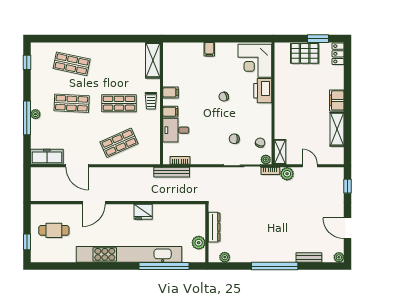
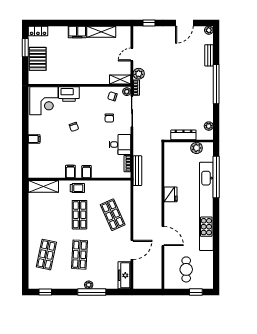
desk: (176, 130) -> (120, 144), moved, turned -90

